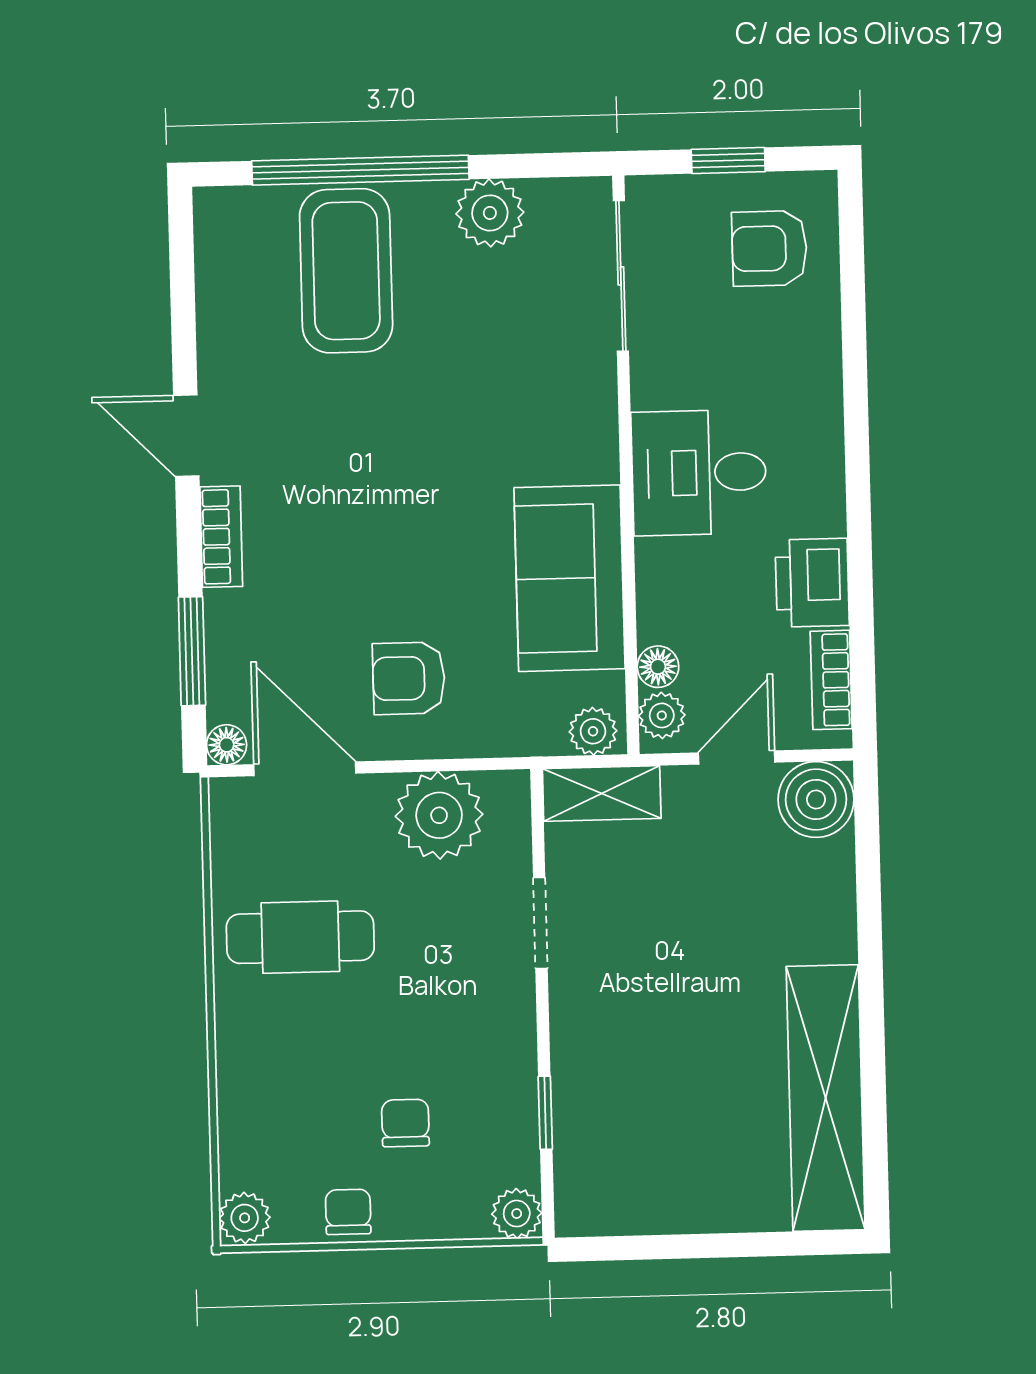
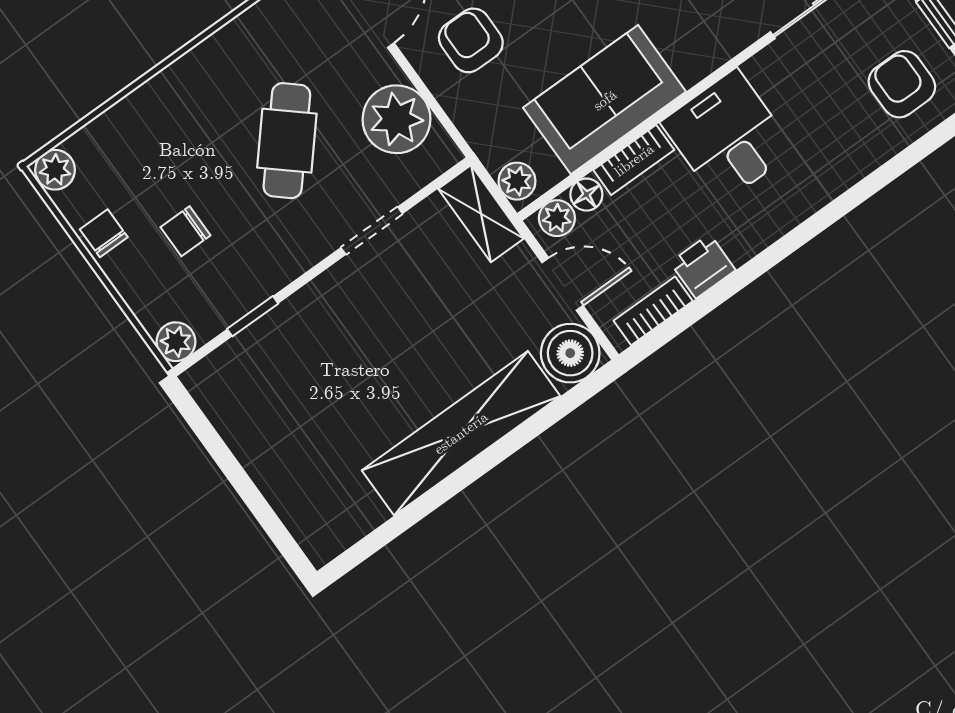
printer: (812, 583) -> (703, 266), width x0.73, depth x0.81
bookcase: (655, 591) -> (634, 160), added
cafe table: (300, 937) -> (287, 141), moved, turned 41
shelving: (826, 1098) -> (461, 433), moved
chair: (405, 1123) -> (185, 231), turned 180
chair: (348, 1212) -> (104, 233), turned -90

